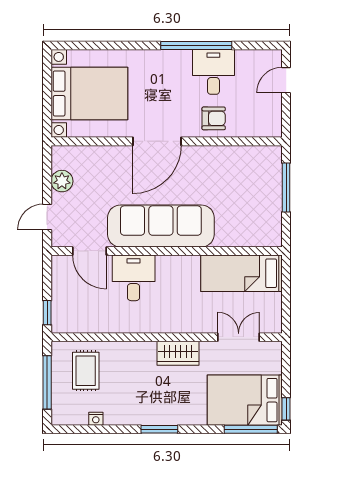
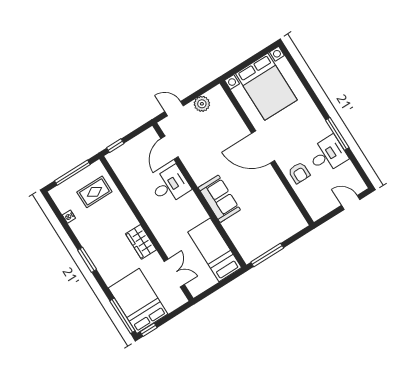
window: (196, 45) -> (337, 134), width x0.68
window: (286, 188) -> (267, 255), moved
sofa: (161, 226) -> (219, 199), width x0.54, depth x0.79

